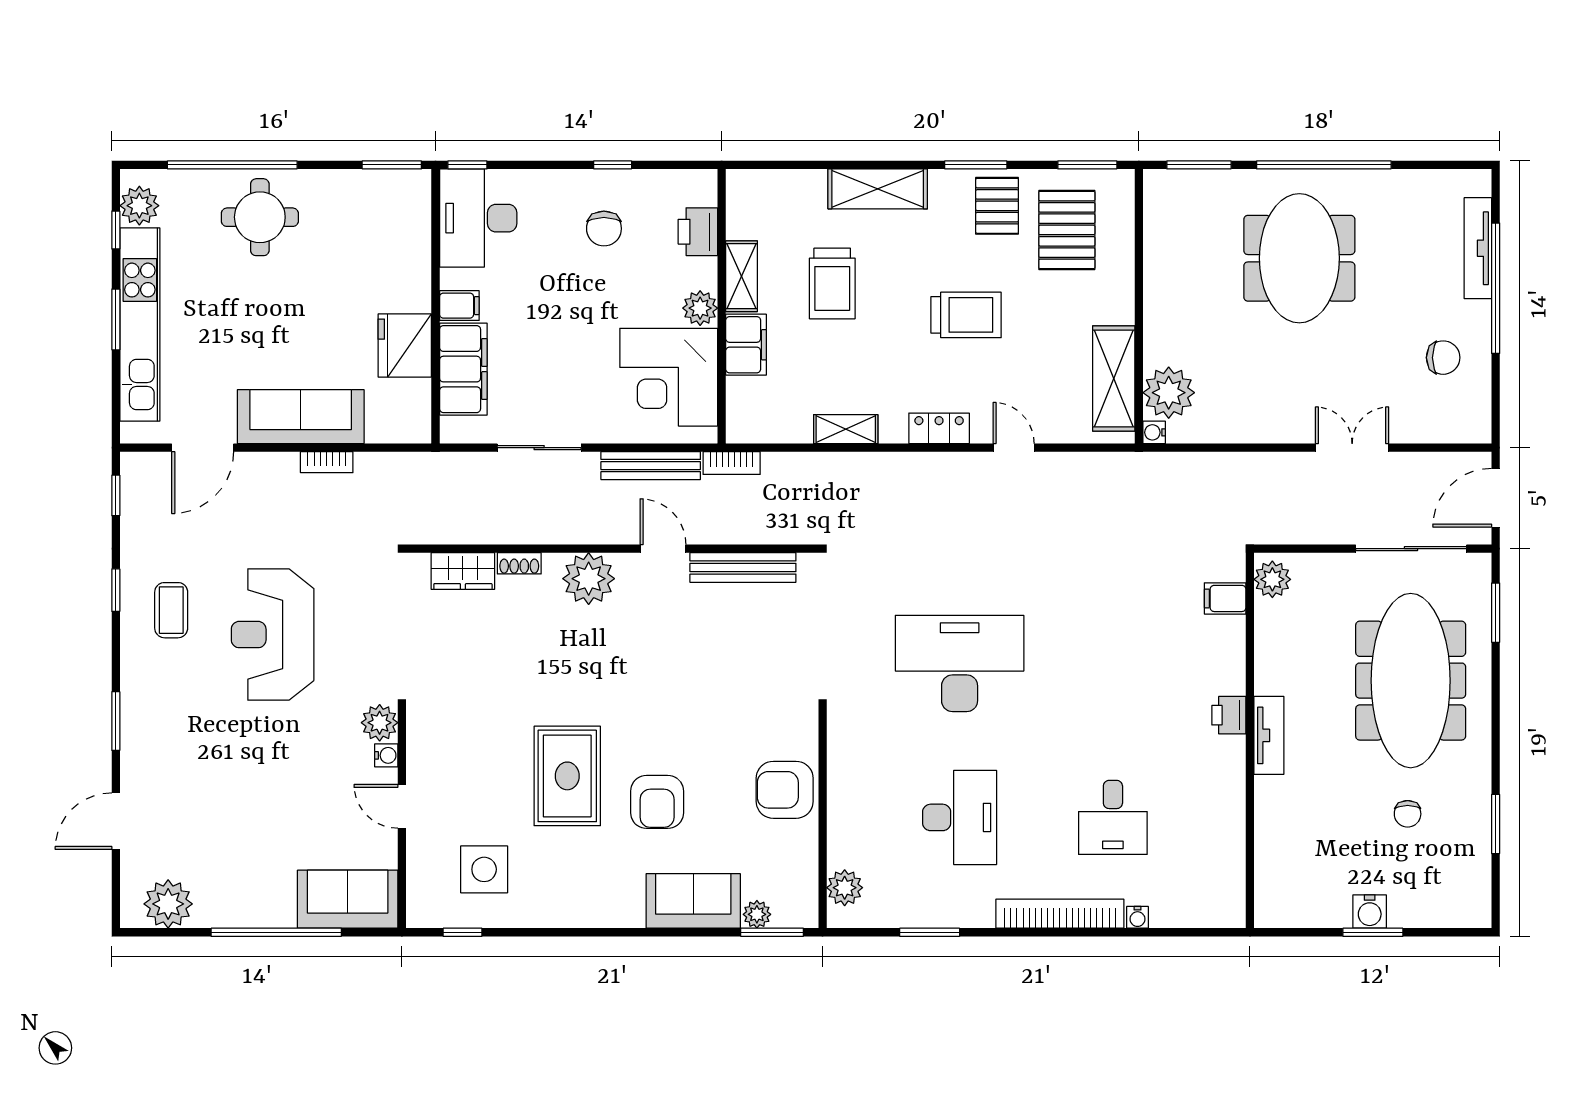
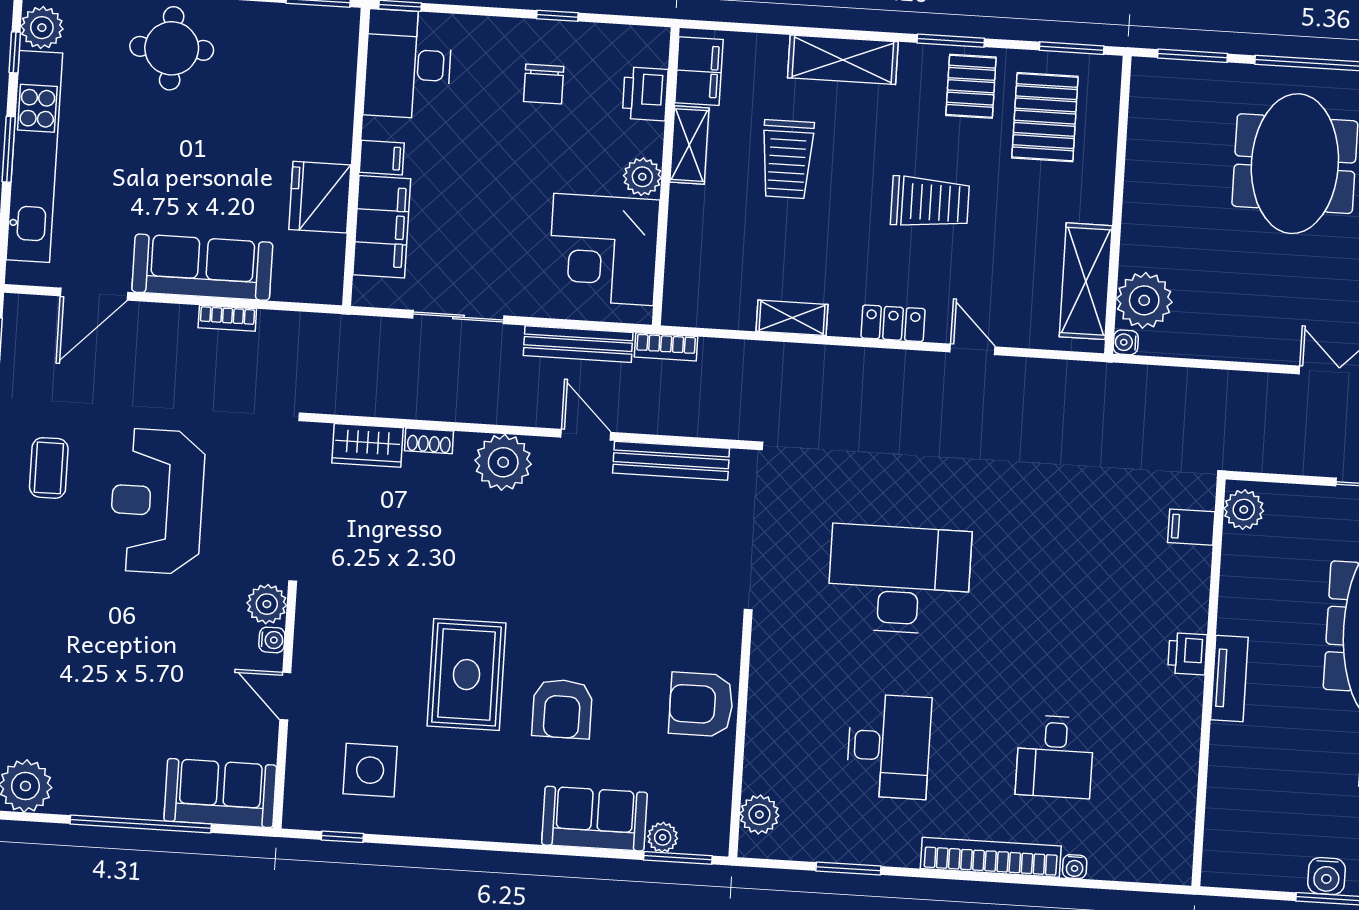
filing cabinet: (746, 345) -> (699, 71), moved

